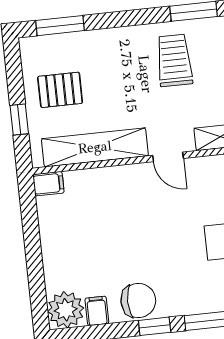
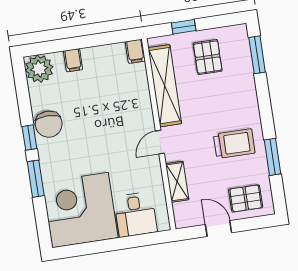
filing cabinet: (97, 311) -> (73, 60), moved, turned 90

